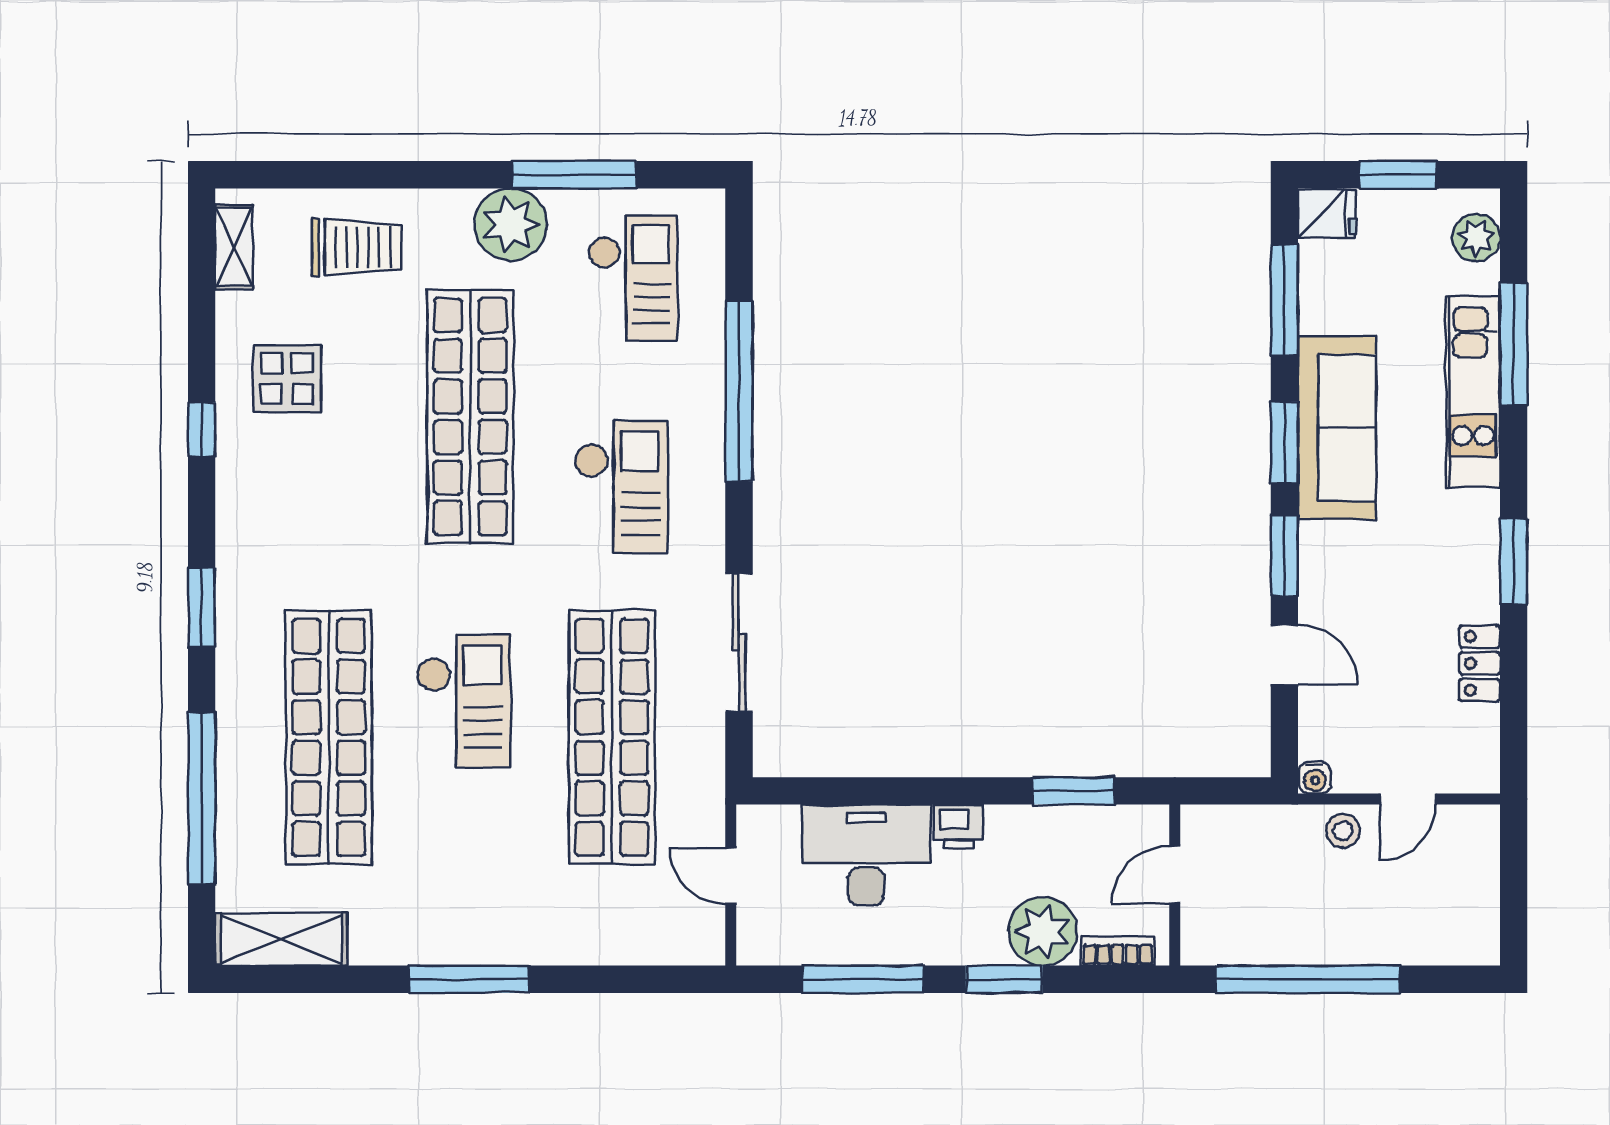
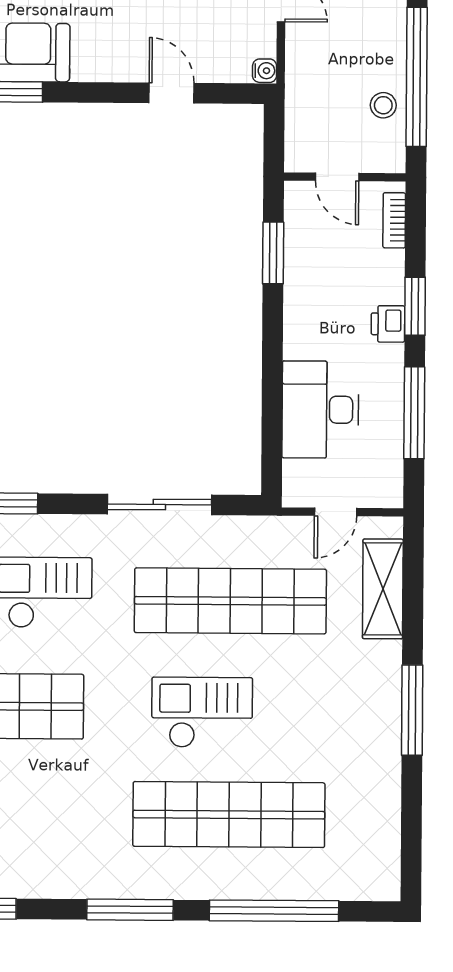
window: (1284, 556) -> (97, 92), removed
window: (202, 607) -> (130, 910), width x1.44
door: (1284, 655) -> (171, 93), hinge flipped
printer: (958, 826) -> (388, 324), moved, turned 180
stool: (1343, 831) -> (383, 105), moved
plant: (1043, 931) -> (379, 277), removed
shelving: (281, 939) -> (383, 589), moved

